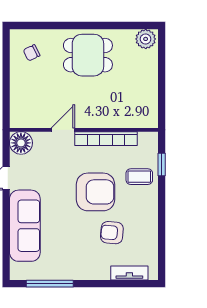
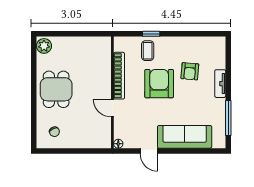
floor lamp: (21, 143) -> (118, 144), width x0.53, depth x0.53
window: (162, 164) -> (151, 34), moved
tv unit: (129, 273) -> (220, 84), moved

